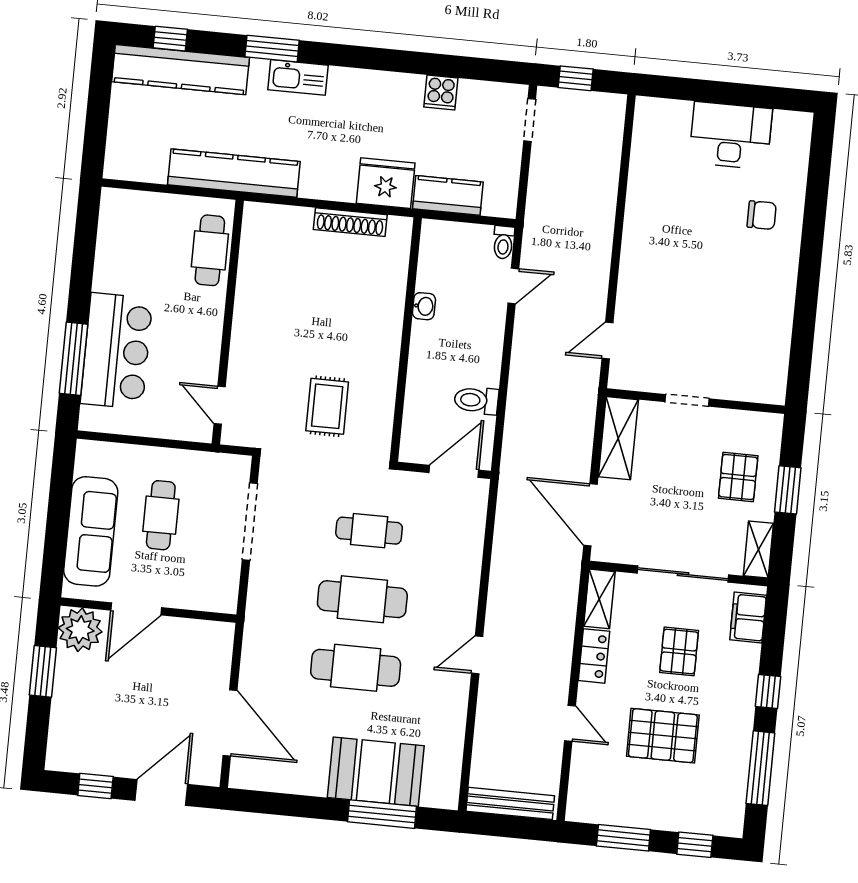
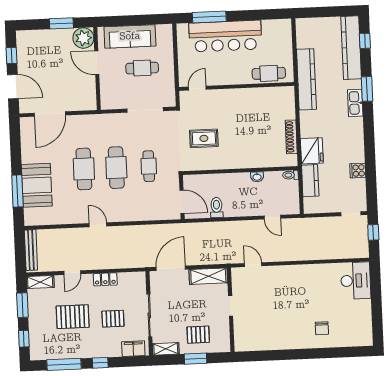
desk: (731, 136) -> (356, 281), moved
toilet: (503, 242) -> (290, 175), moved
bar counter: (117, 351) -> (225, 36), width x1.36
shelving: (599, 599) -> (40, 282), moved
pallet: (663, 736) -> (73, 317), turned 90

